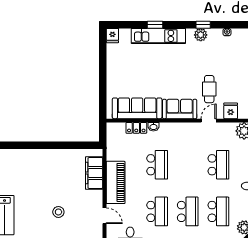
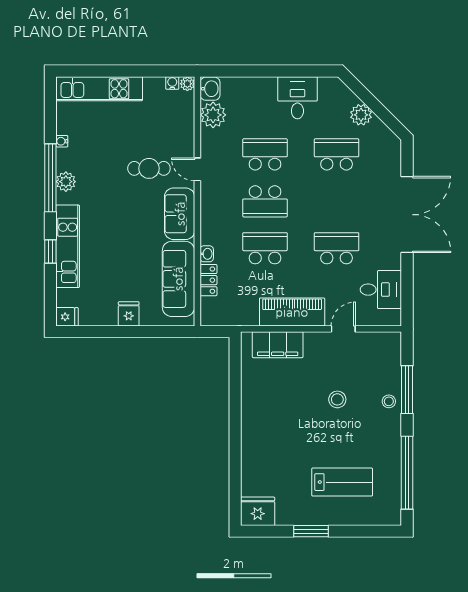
window: (203, 25) -> (50, 178), width x3.17
fridge: (231, 111) -> (129, 314), moved, turned 90
school desk: (188, 211) -> (265, 201), moved, turned 180

